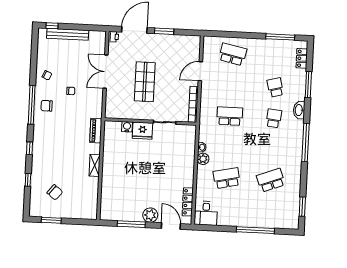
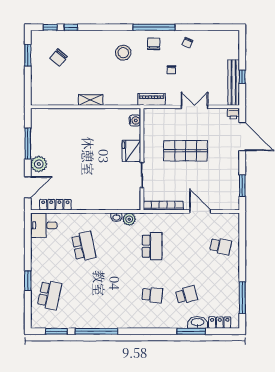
window: (52, 26) -> (242, 77), moved
window: (164, 31) -> (242, 186), moved
bench: (68, 34) -> (234, 83), moved
school desk: (233, 54) -> (221, 246), width x0.54
double door: (105, 72) -> (195, 107), width x0.73
washbasin: (299, 110) -> (198, 322), moved
water cooler: (127, 127) -> (135, 120), moved
piano: (96, 131) -> (151, 99), moved
stool: (53, 134) -> (123, 53), added
window: (306, 143) -> (97, 331), moved
window: (29, 148) -> (50, 27), moved
plant: (203, 159) -> (129, 219), moved
school desk: (271, 180) -> (50, 295), moved, turned 33
window: (255, 230) -> (28, 281), width x0.47

